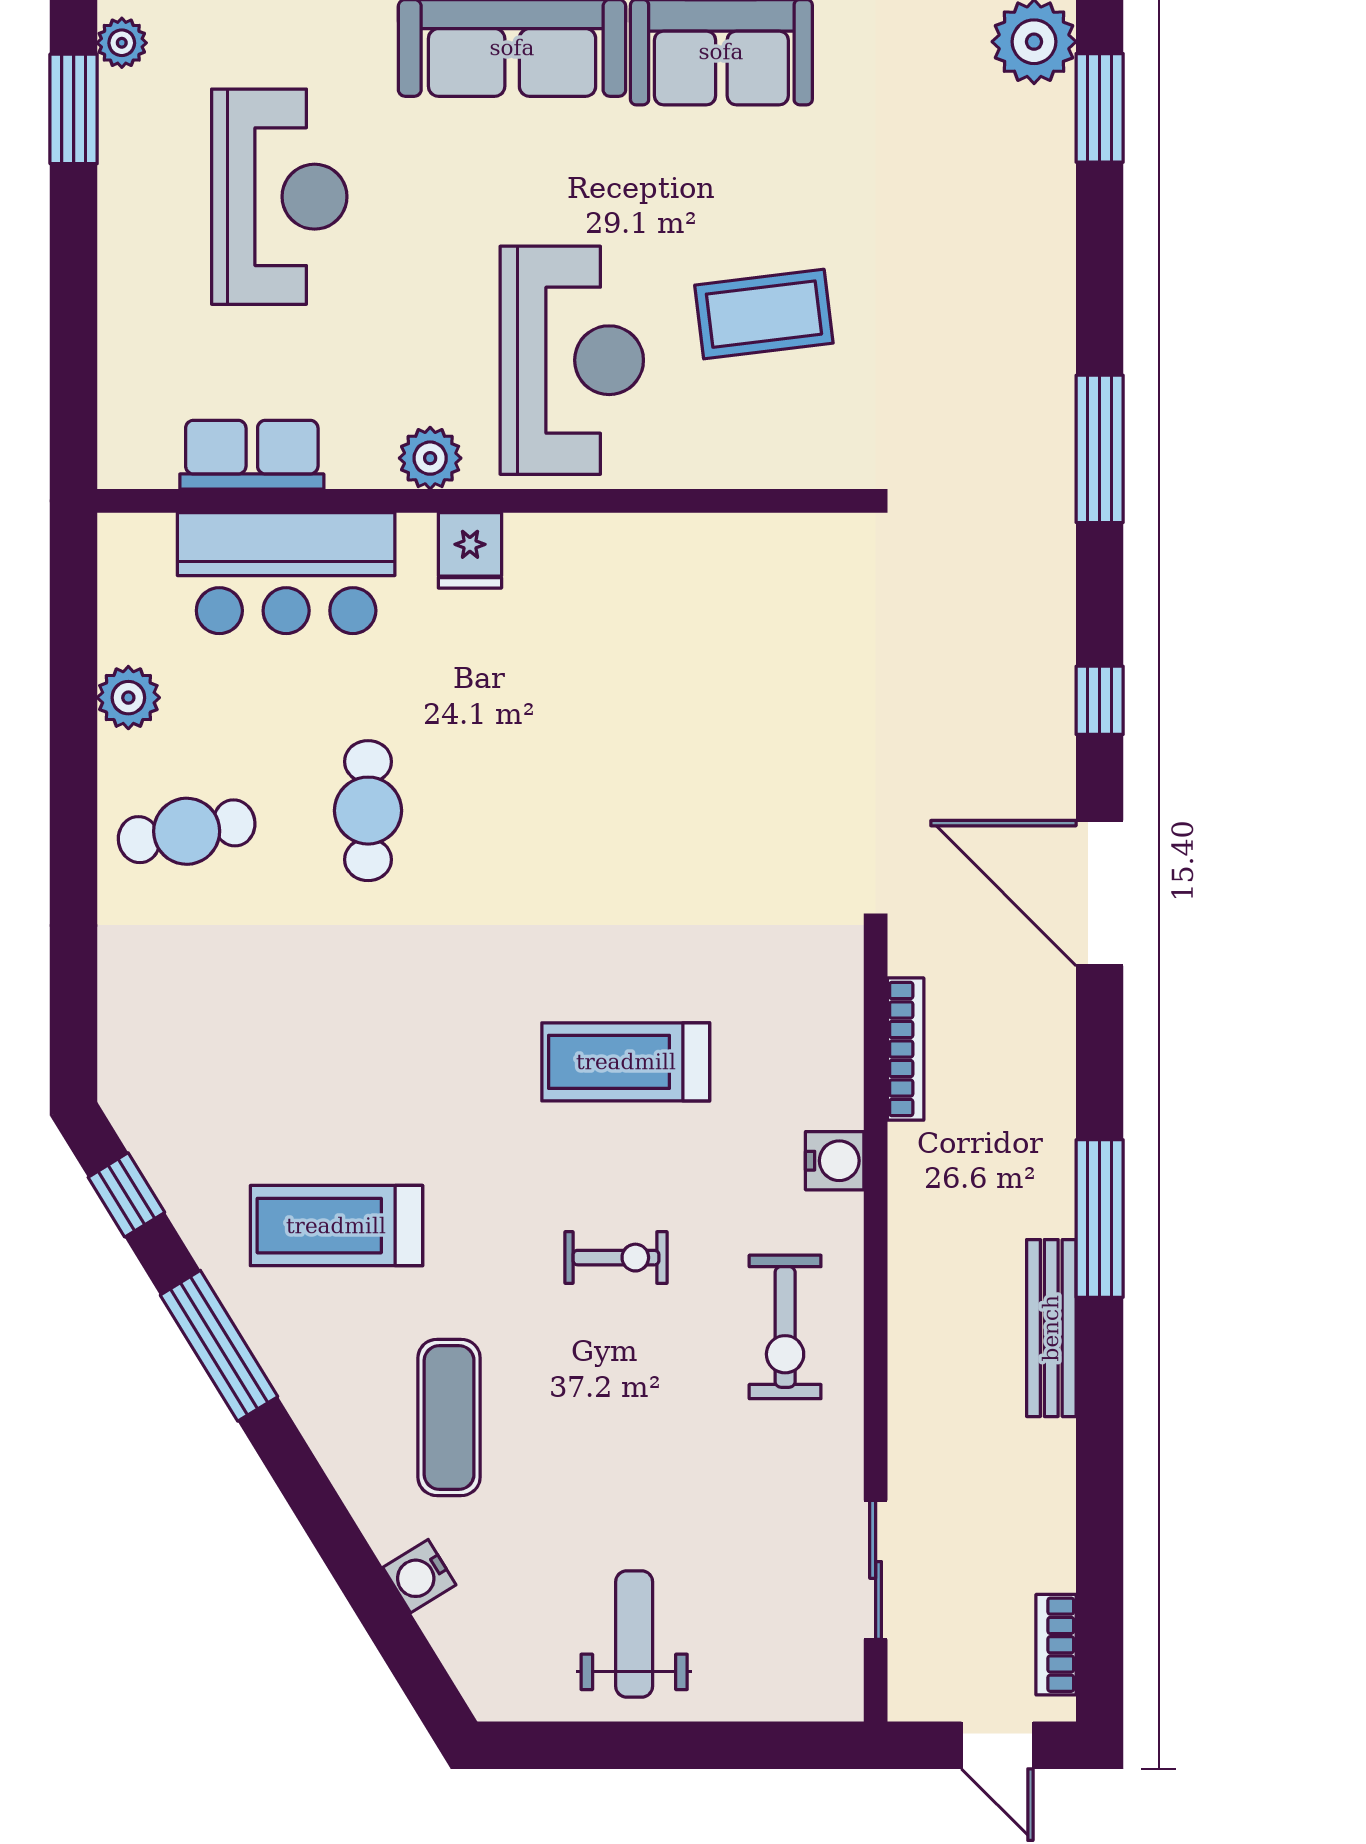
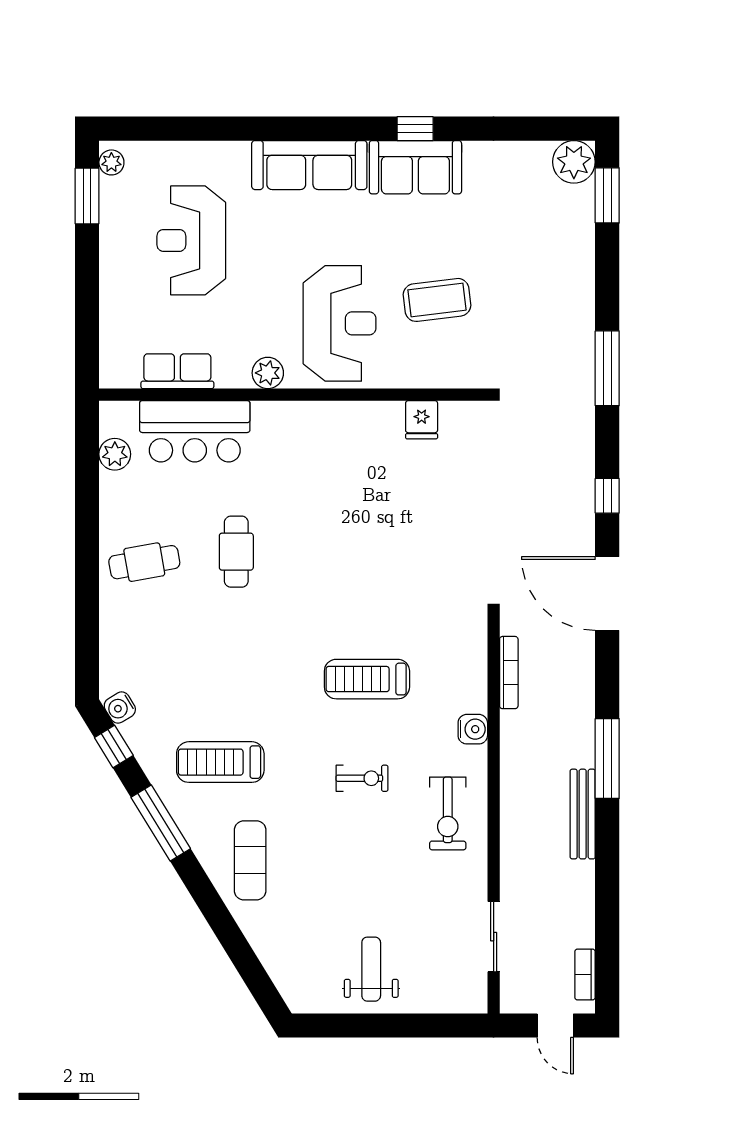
reception desk: (279, 197) -> (191, 240), turned 180
fridge: (470, 550) -> (422, 420), moved
plant: (128, 698) -> (115, 454), moved
exercise mat: (449, 1417) -> (250, 860), moved
water cooler: (419, 1576) -> (120, 708), moved

